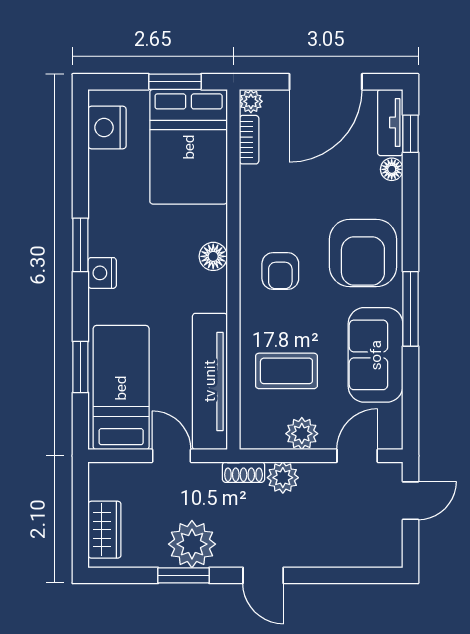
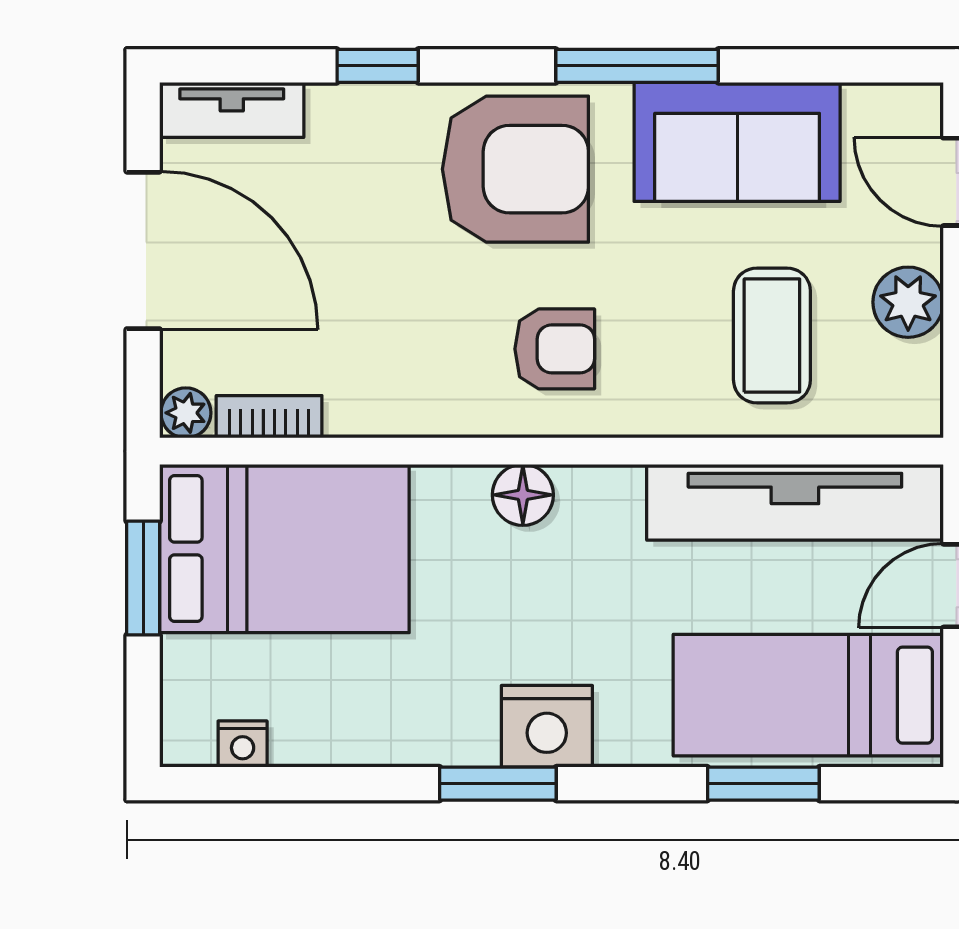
nightstand: (107, 128) -> (243, 744), width x0.53, depth x0.56
window: (410, 134) -> (378, 66), moved
floor lamp: (392, 169) -> (334, 107), removed
nightstand: (102, 273) -> (547, 726), width x1.36, depth x1.33

